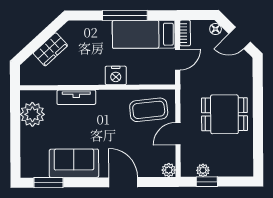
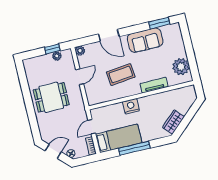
wardrobe: (50, 49) -> (173, 122), moved
coffee table: (149, 110) -> (121, 75), moved

